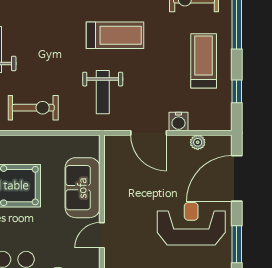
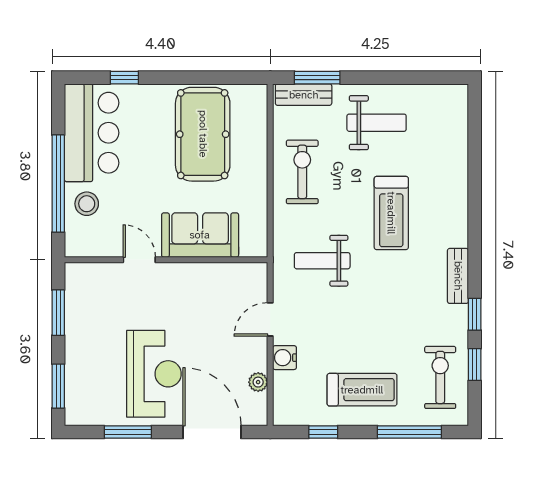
treadmill: (115, 35) -> (391, 213), moved
exercise bike: (33, 108) -> (302, 172), turned 180
door: (149, 133) -> (270, 319), width x0.73

